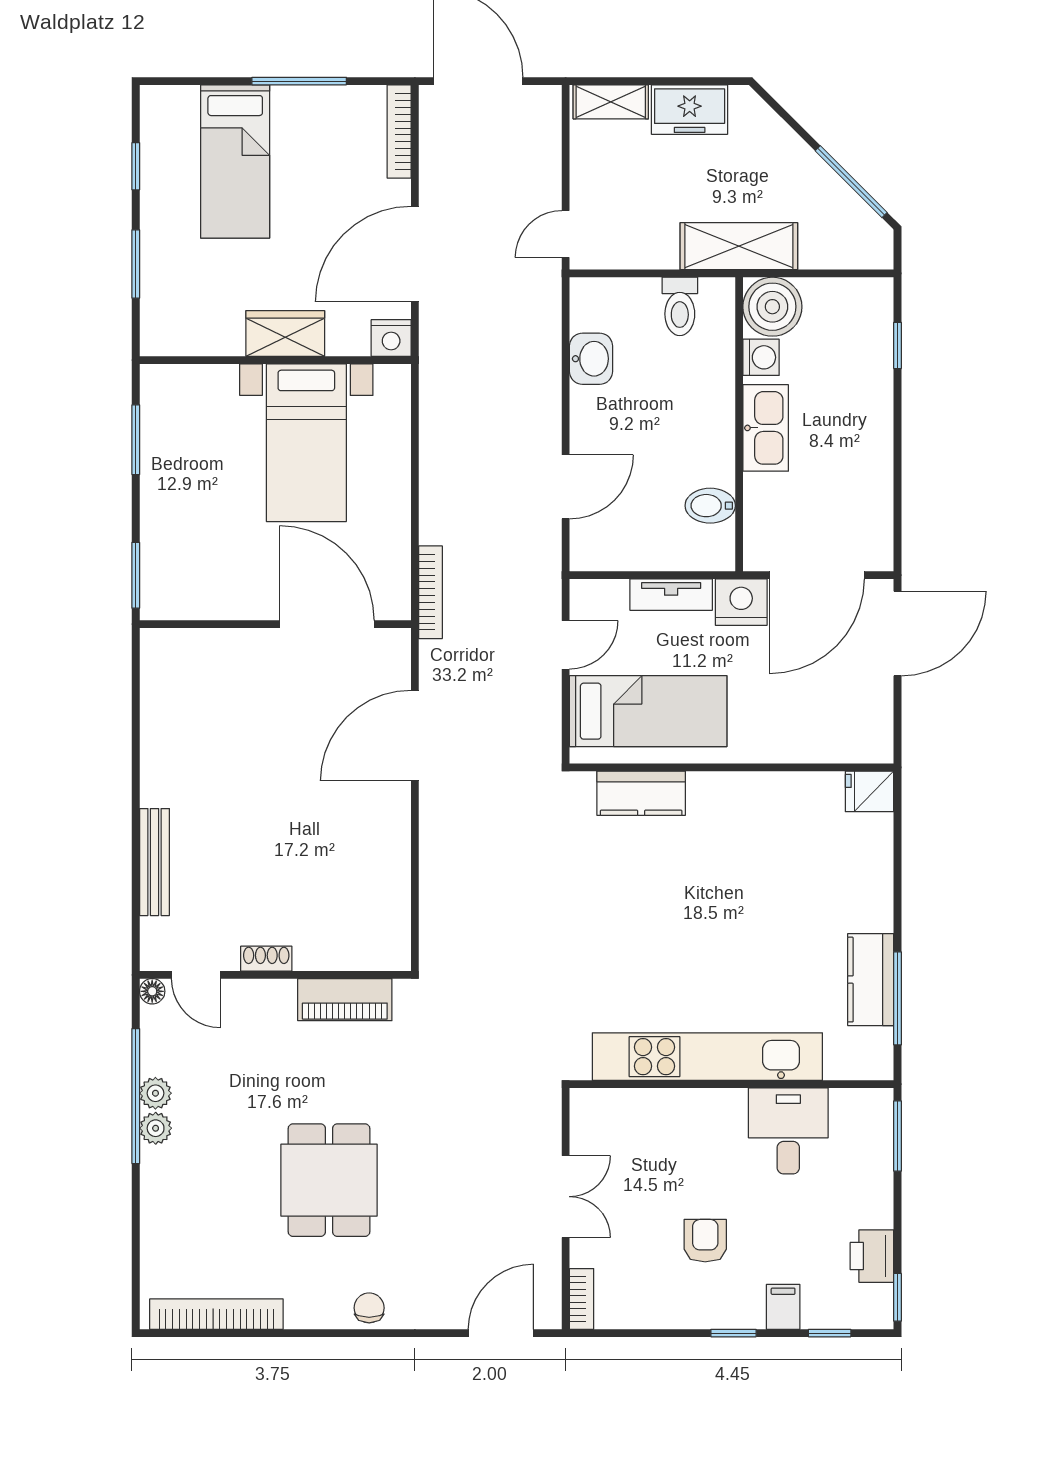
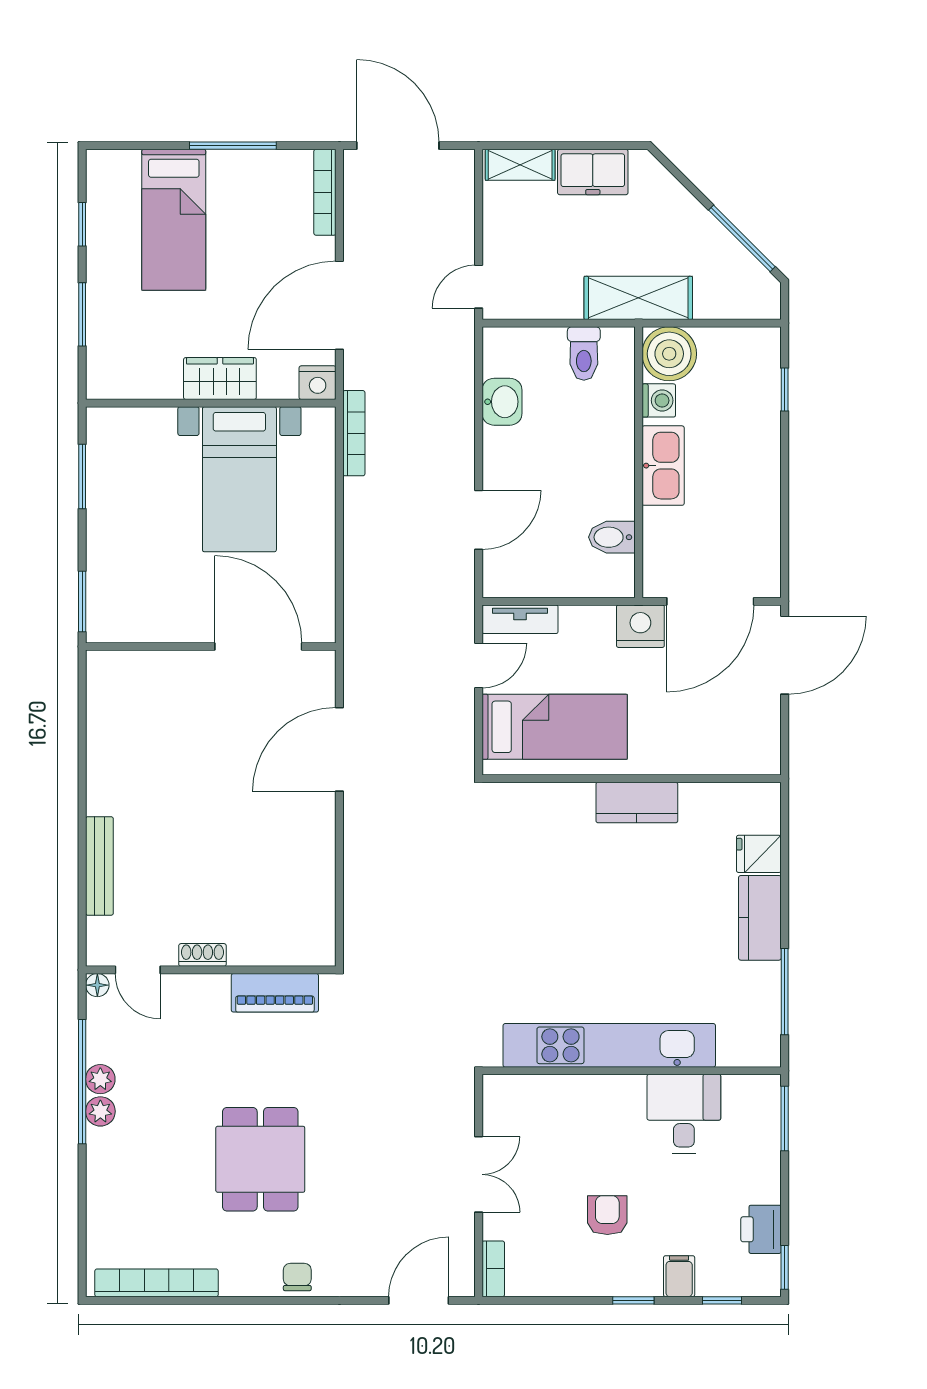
bookcase: (430, 592) -> (354, 433), moved
tv unit: (671, 595) -> (520, 619), moved
fridge: (870, 791) -> (759, 854), moved
kitchen counter: (641, 793) -> (637, 803), moved
kitchen counter: (871, 980) -> (760, 918), moved

